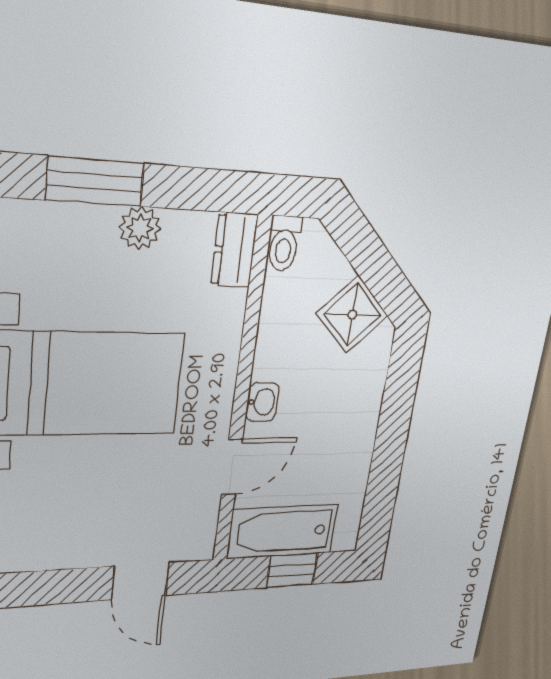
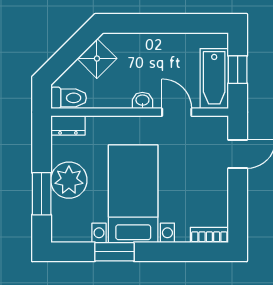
plant: (140, 228) -> (69, 180), width x1.87, depth x1.87
toilet: (284, 243) -> (69, 98), width x1.37, depth x1.39

